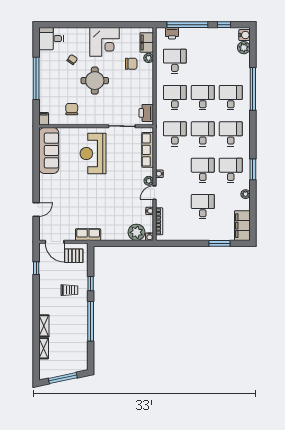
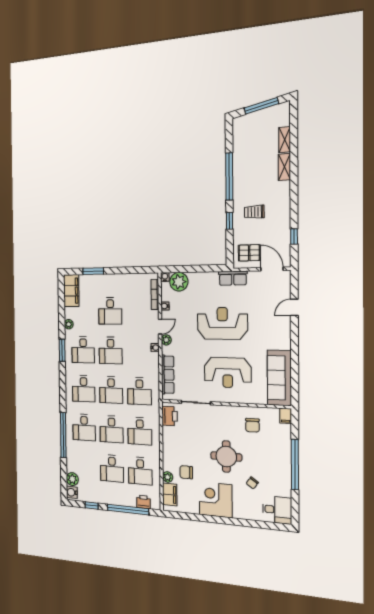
desk: (203, 61) -> (112, 468), added
reception desk: (93, 154) -> (228, 373), turned 90
reception desk: (98, 196) -> (222, 323), added

